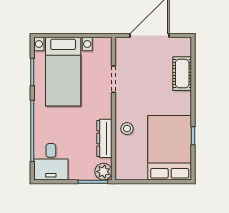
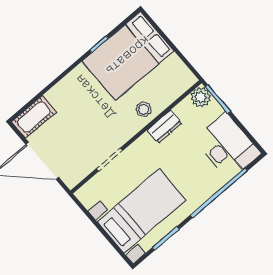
cot: (182, 74) -> (34, 117), moved
dresser: (104, 138) -> (165, 127), width x0.70
desk: (51, 162) -> (227, 147), width x1.37

